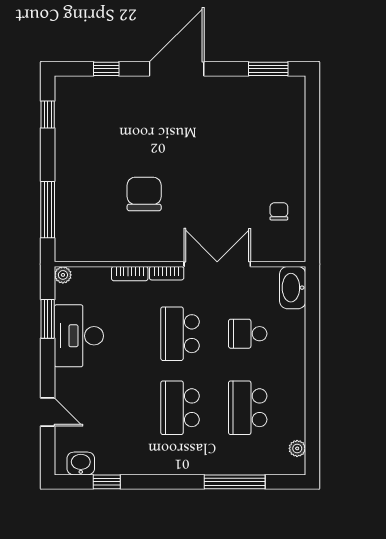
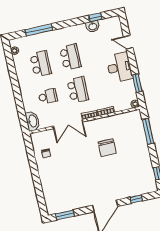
desk: (79, 336) -> (119, 67), moved
washbasin: (81, 463) -> (93, 26), moved

